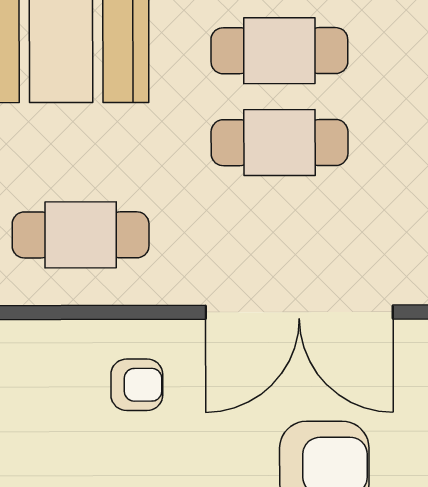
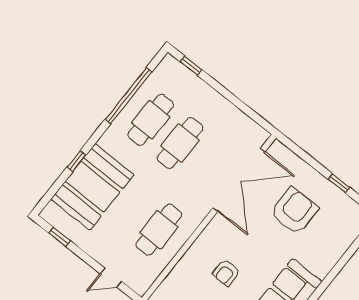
armchair: (137, 385) -> (226, 273), moved, turned 180

